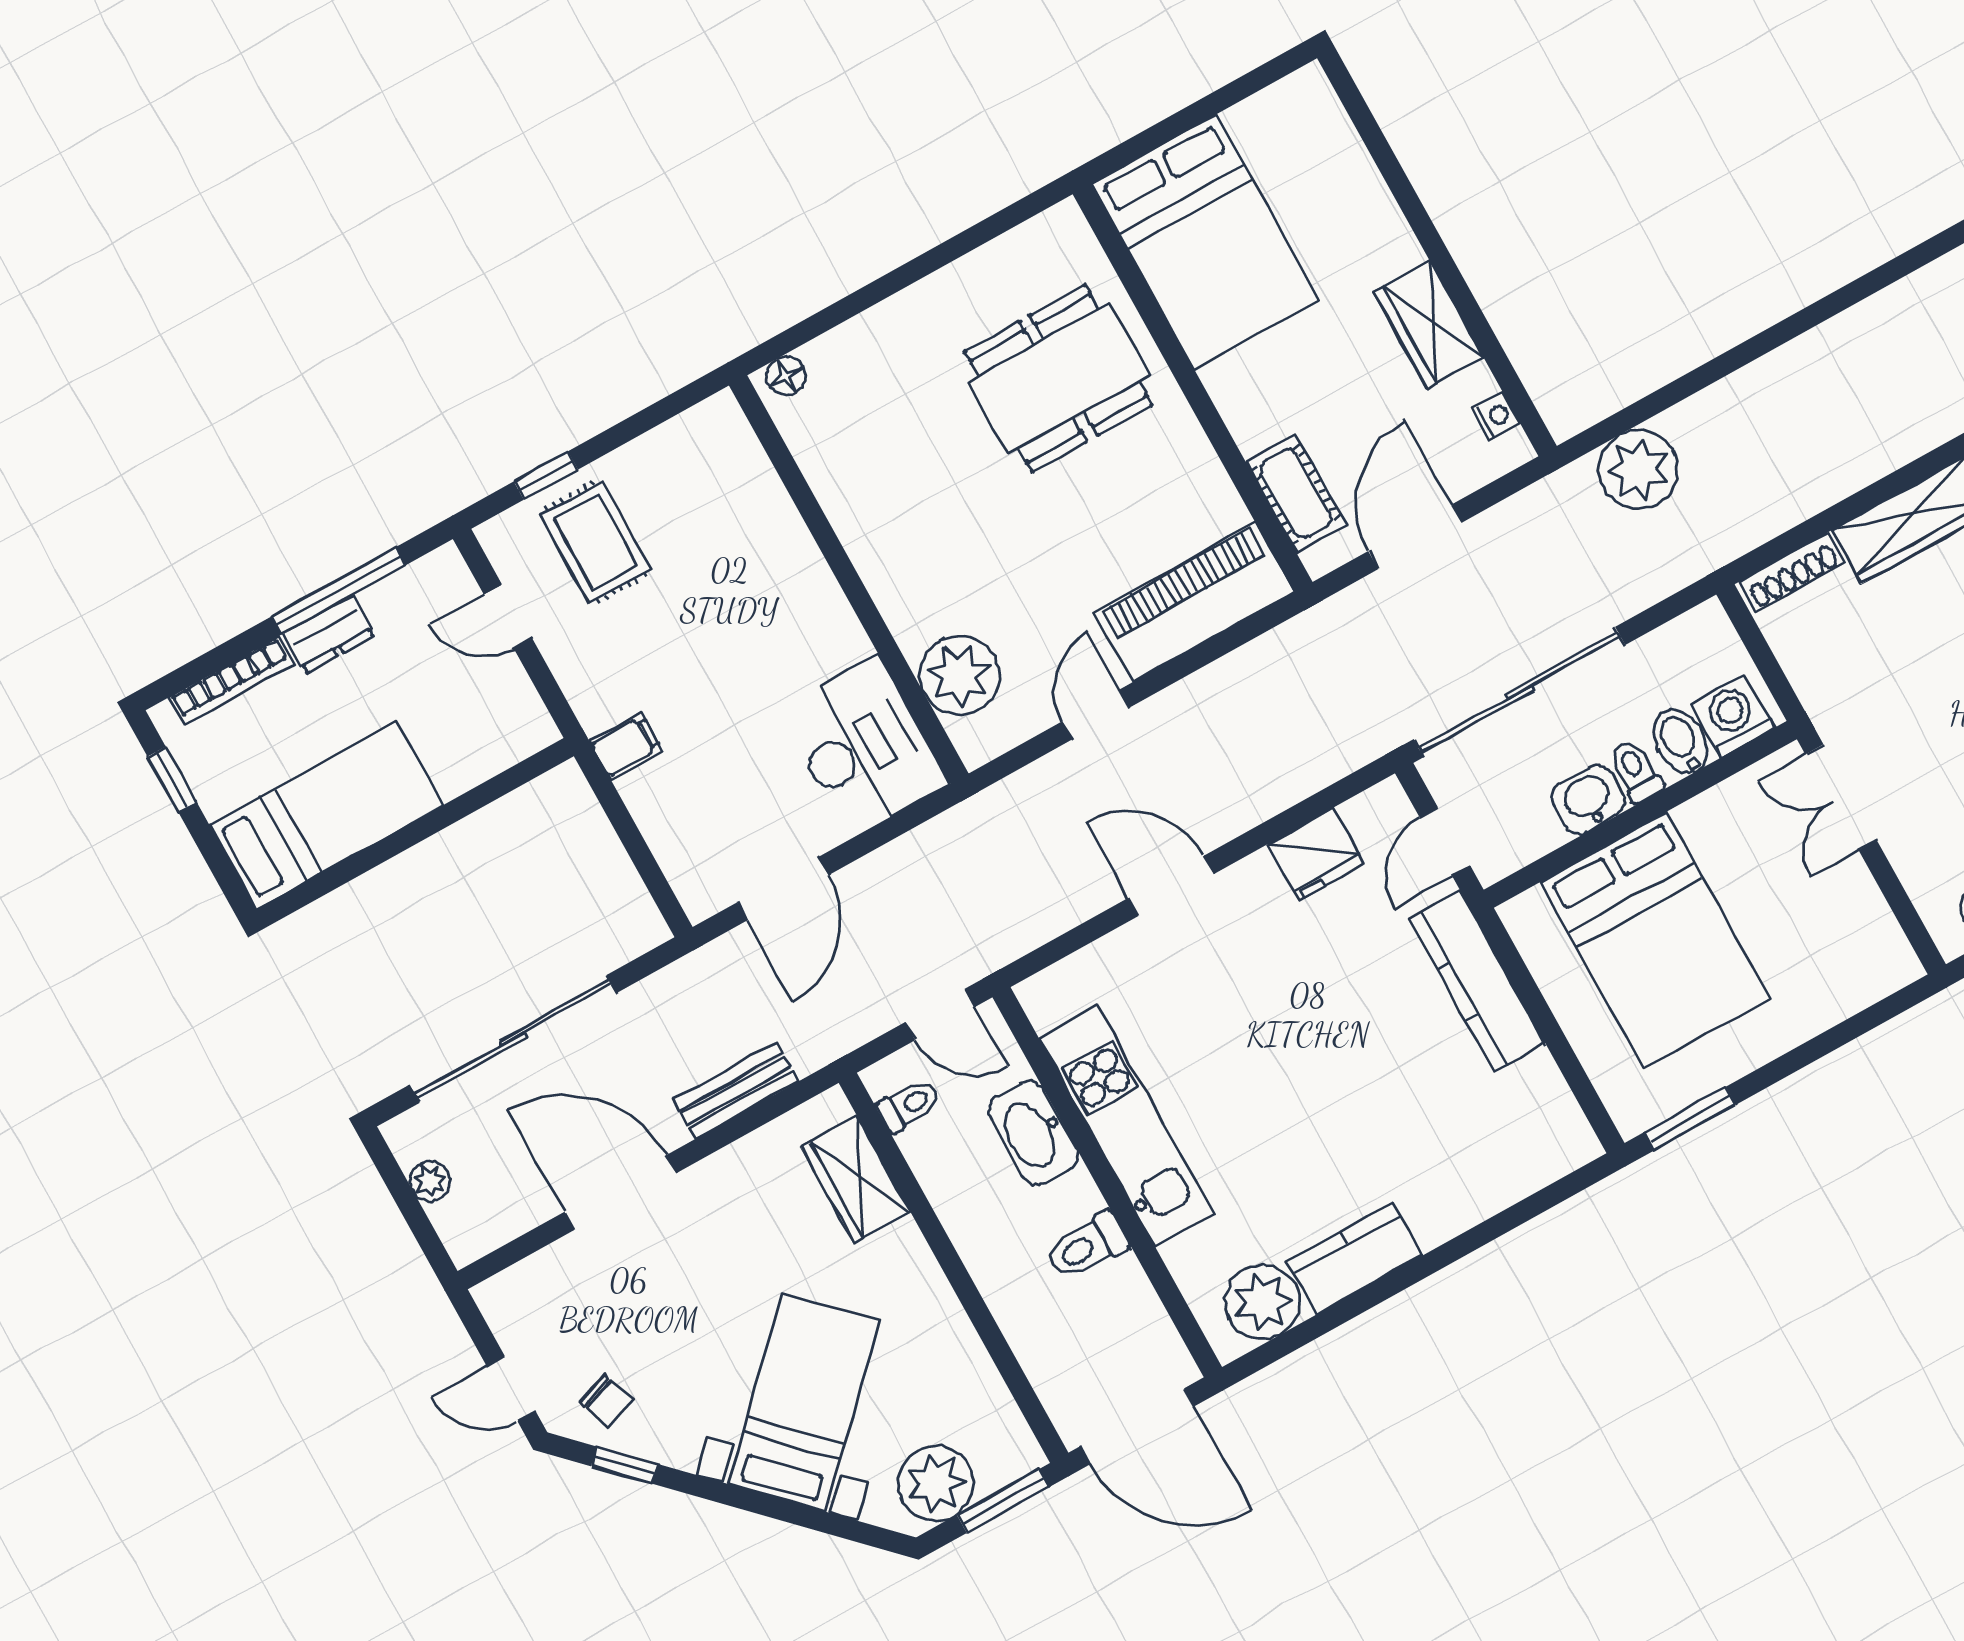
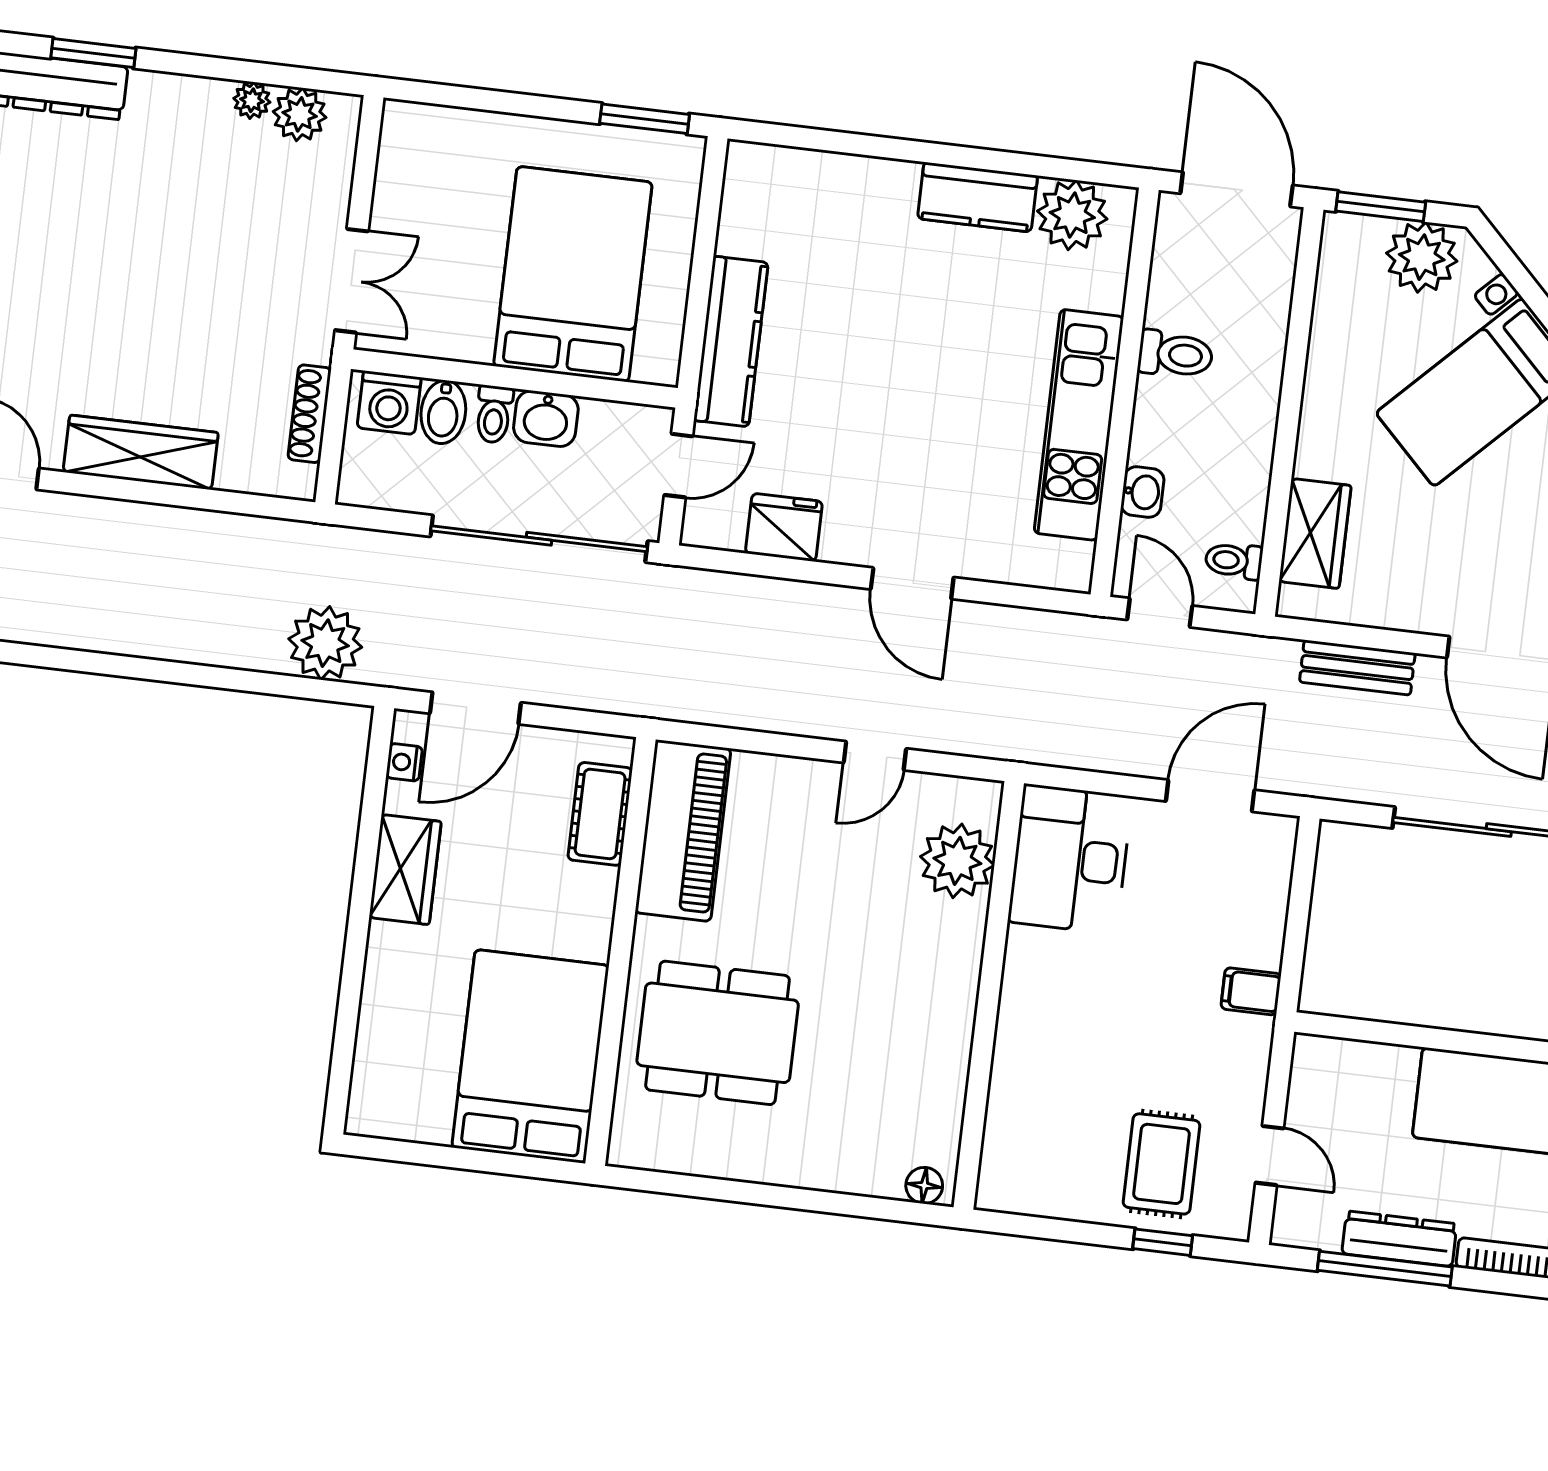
door: (1415, 537) -> (475, 708), moved
shoe rack: (1792, 572) -> (309, 414), moved, turned -90
piano: (1194, 602) -> (683, 831), moved, turned -90
dresser: (329, 634) -> (1399, 1239), width x1.44
washbasin: (1033, 1133) -> (1143, 492), width x0.52, depth x0.69

